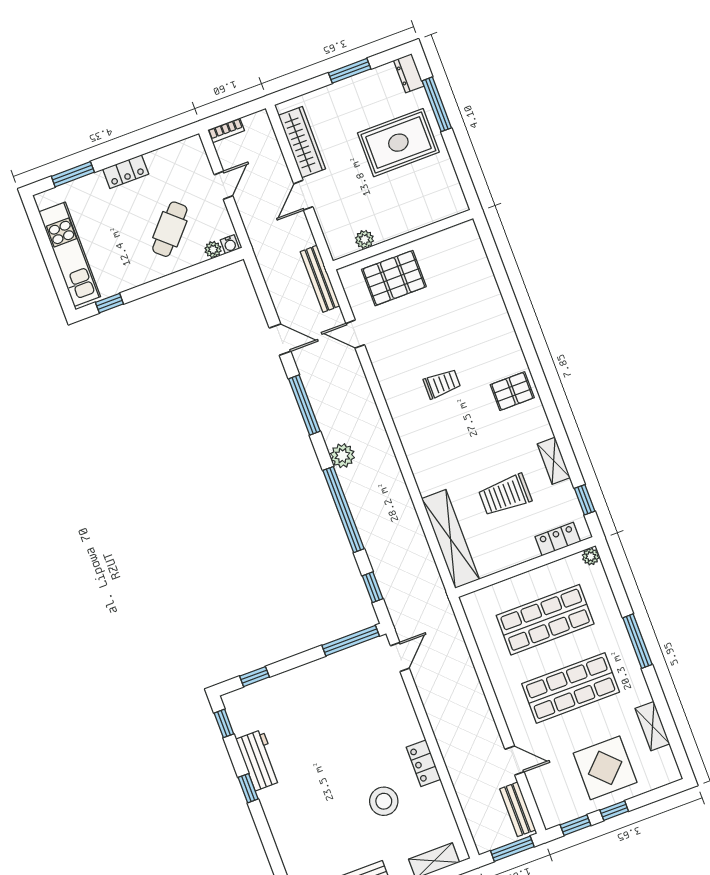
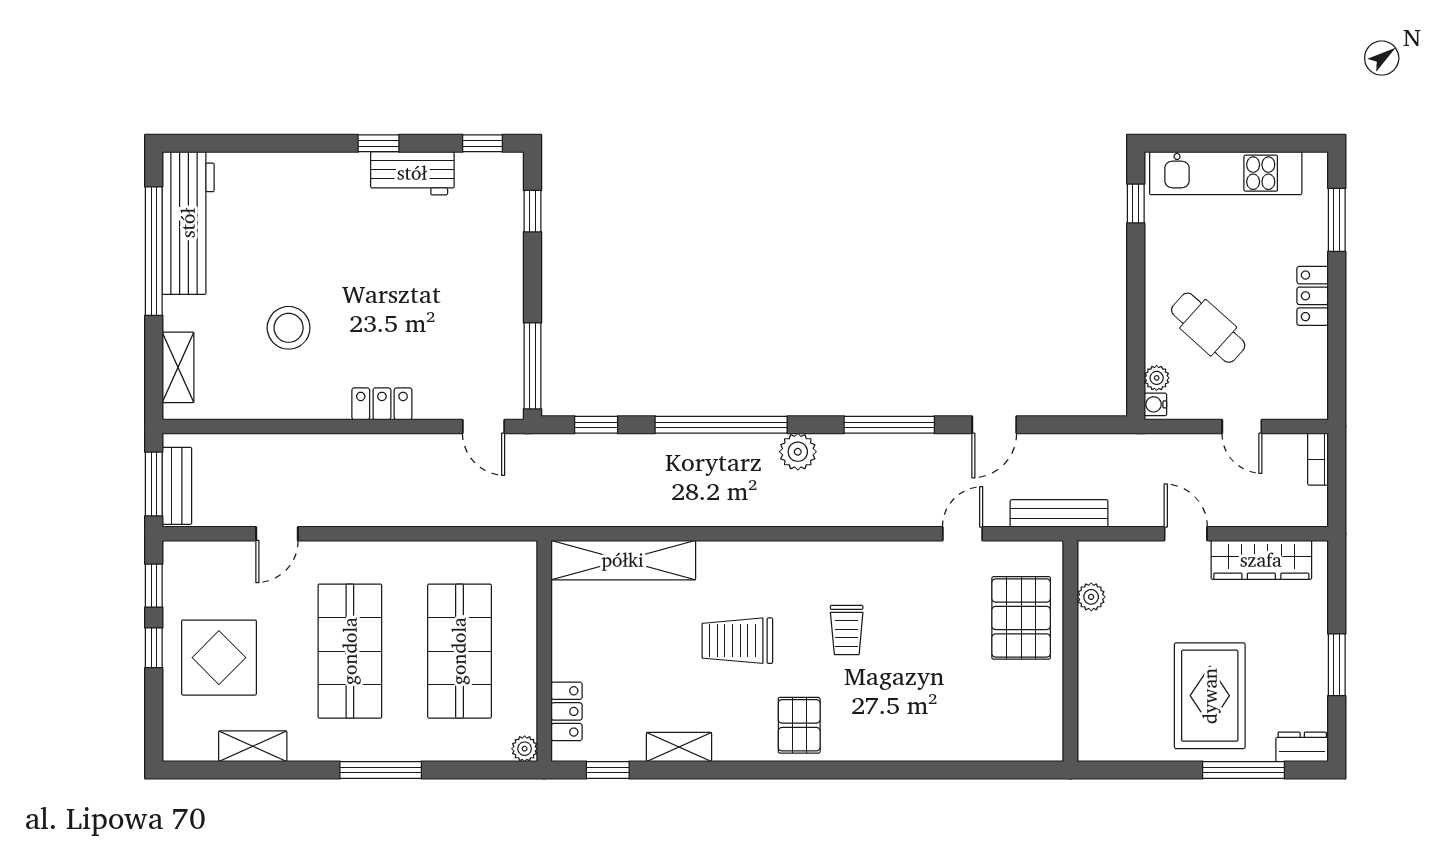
trolley: (505, 495) -> (737, 641), moved, turned -90
locker: (423, 763) -> (382, 404), moved
bench: (518, 809) -> (177, 486), moved, turned 90

